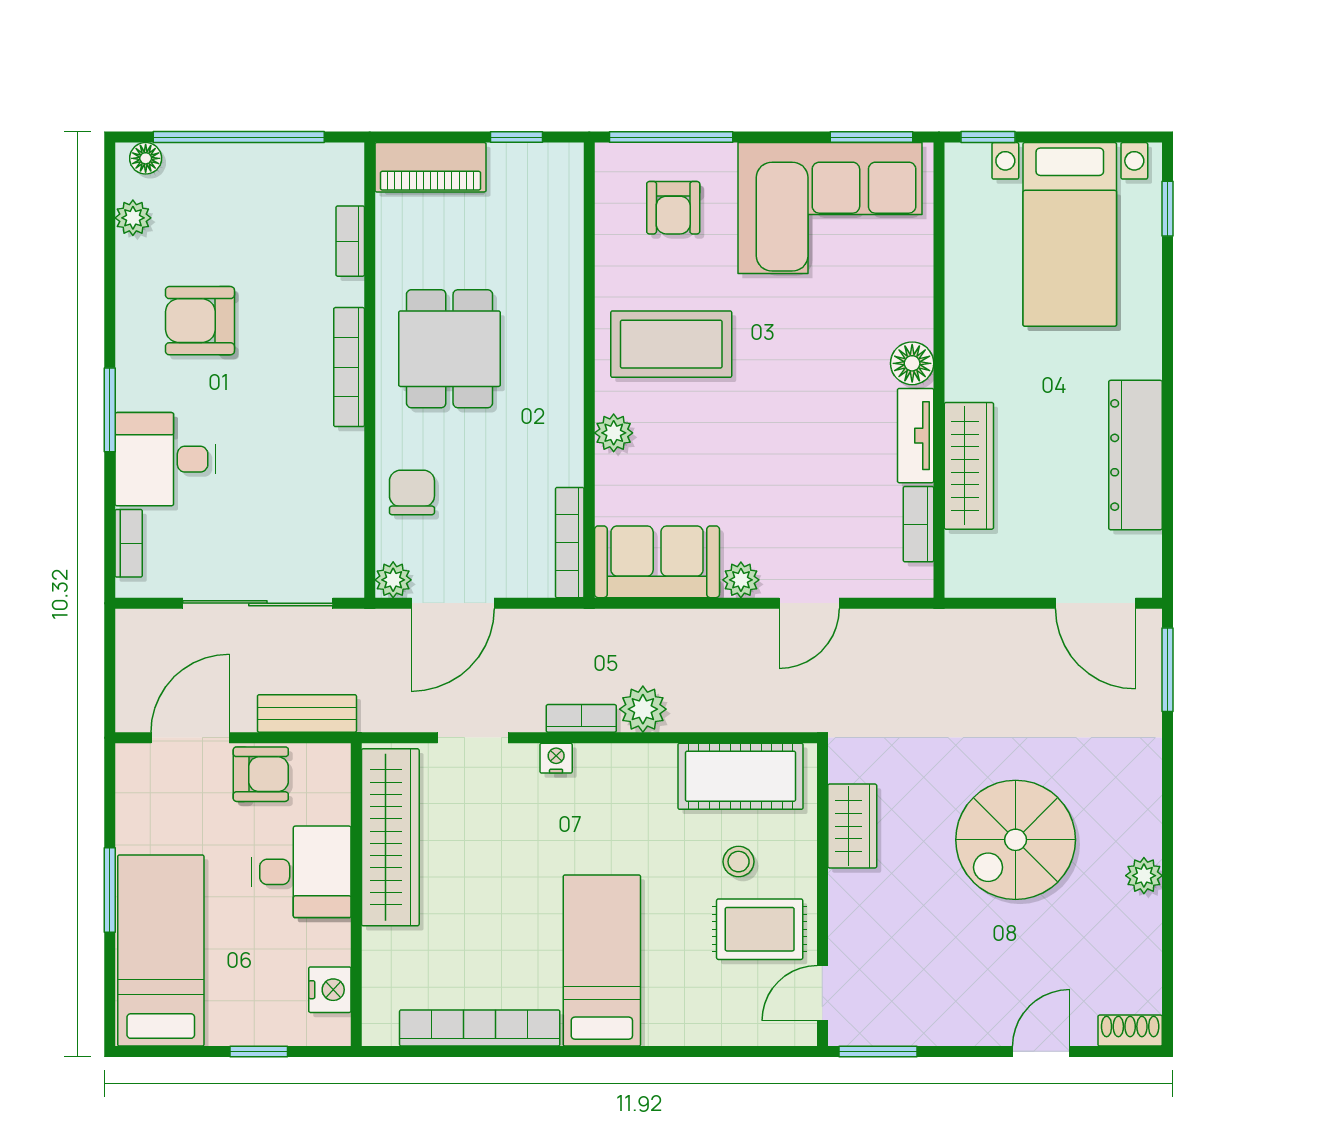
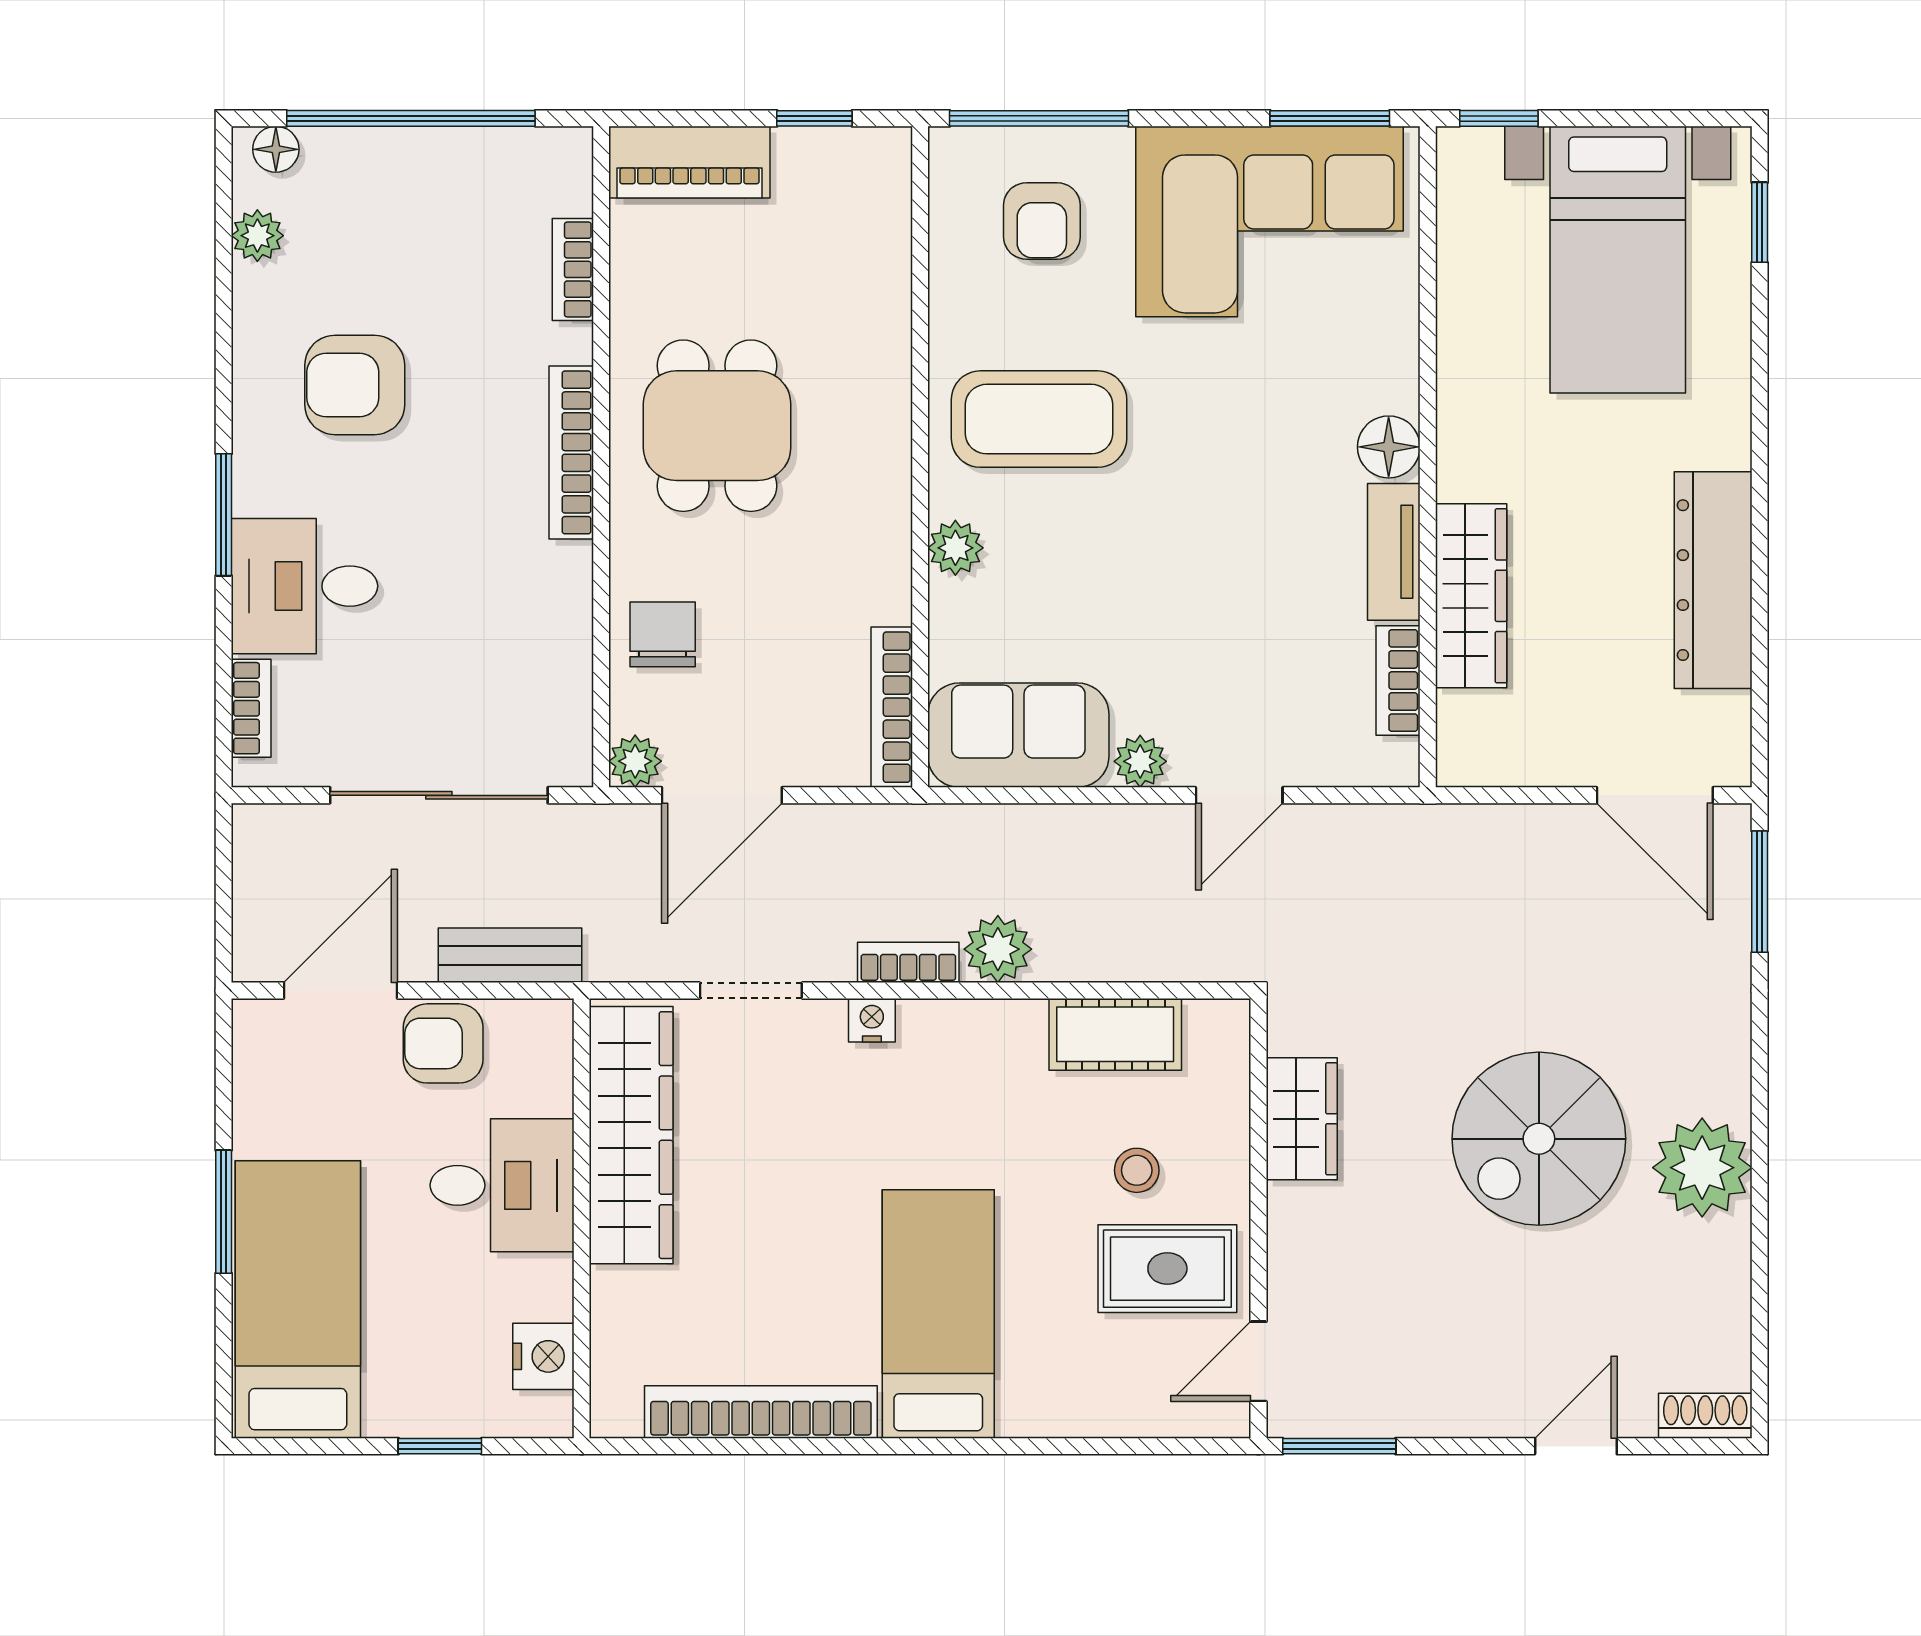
armchair: (261, 774) -> (443, 1043), turned 180
cot: (741, 776) -> (1115, 1034), width x0.73, depth x0.75
plant: (1144, 876) -> (1702, 1168), width x1.87, depth x1.87

